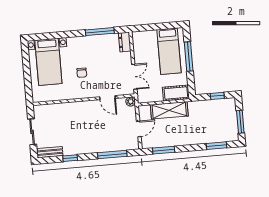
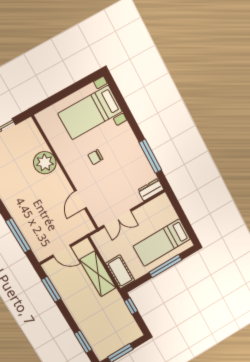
window: (217, 96) -> (131, 306), moved
plant: (131, 102) -> (45, 163), moved, width x1.88, depth x1.88

